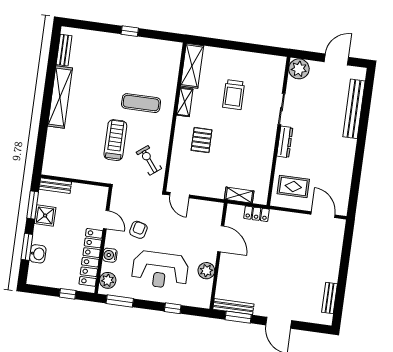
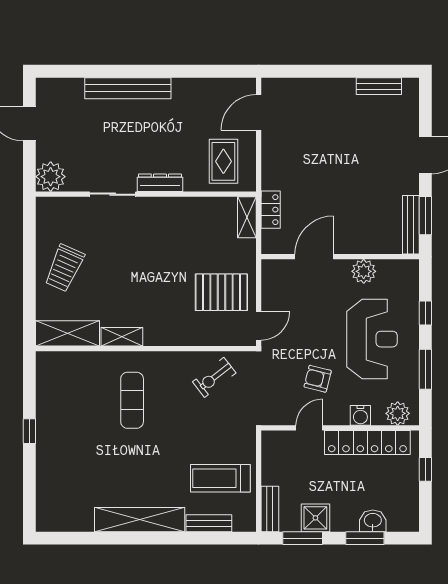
bench: (64, 50) -> (209, 523), moved
trolley: (234, 95) -> (64, 268), moved, turned 114
bench: (354, 109) -> (128, 88), moved
treadmill: (115, 140) -> (220, 478), moved
pallet: (202, 140) -> (221, 292), moved, width x1.50, depth x1.42
shelving: (239, 195) -> (247, 217), moved
window: (120, 301) -> (425, 369), moved

